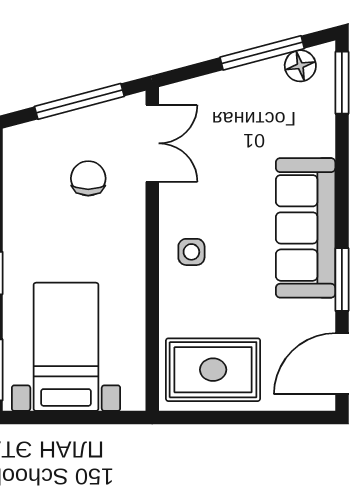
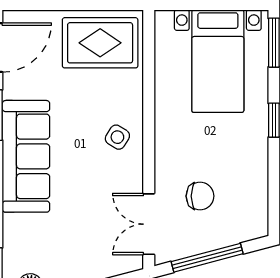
chair: (88, 178) -> (200, 196), turned -90
side table: (191, 252) -> (117, 137), turned 32

